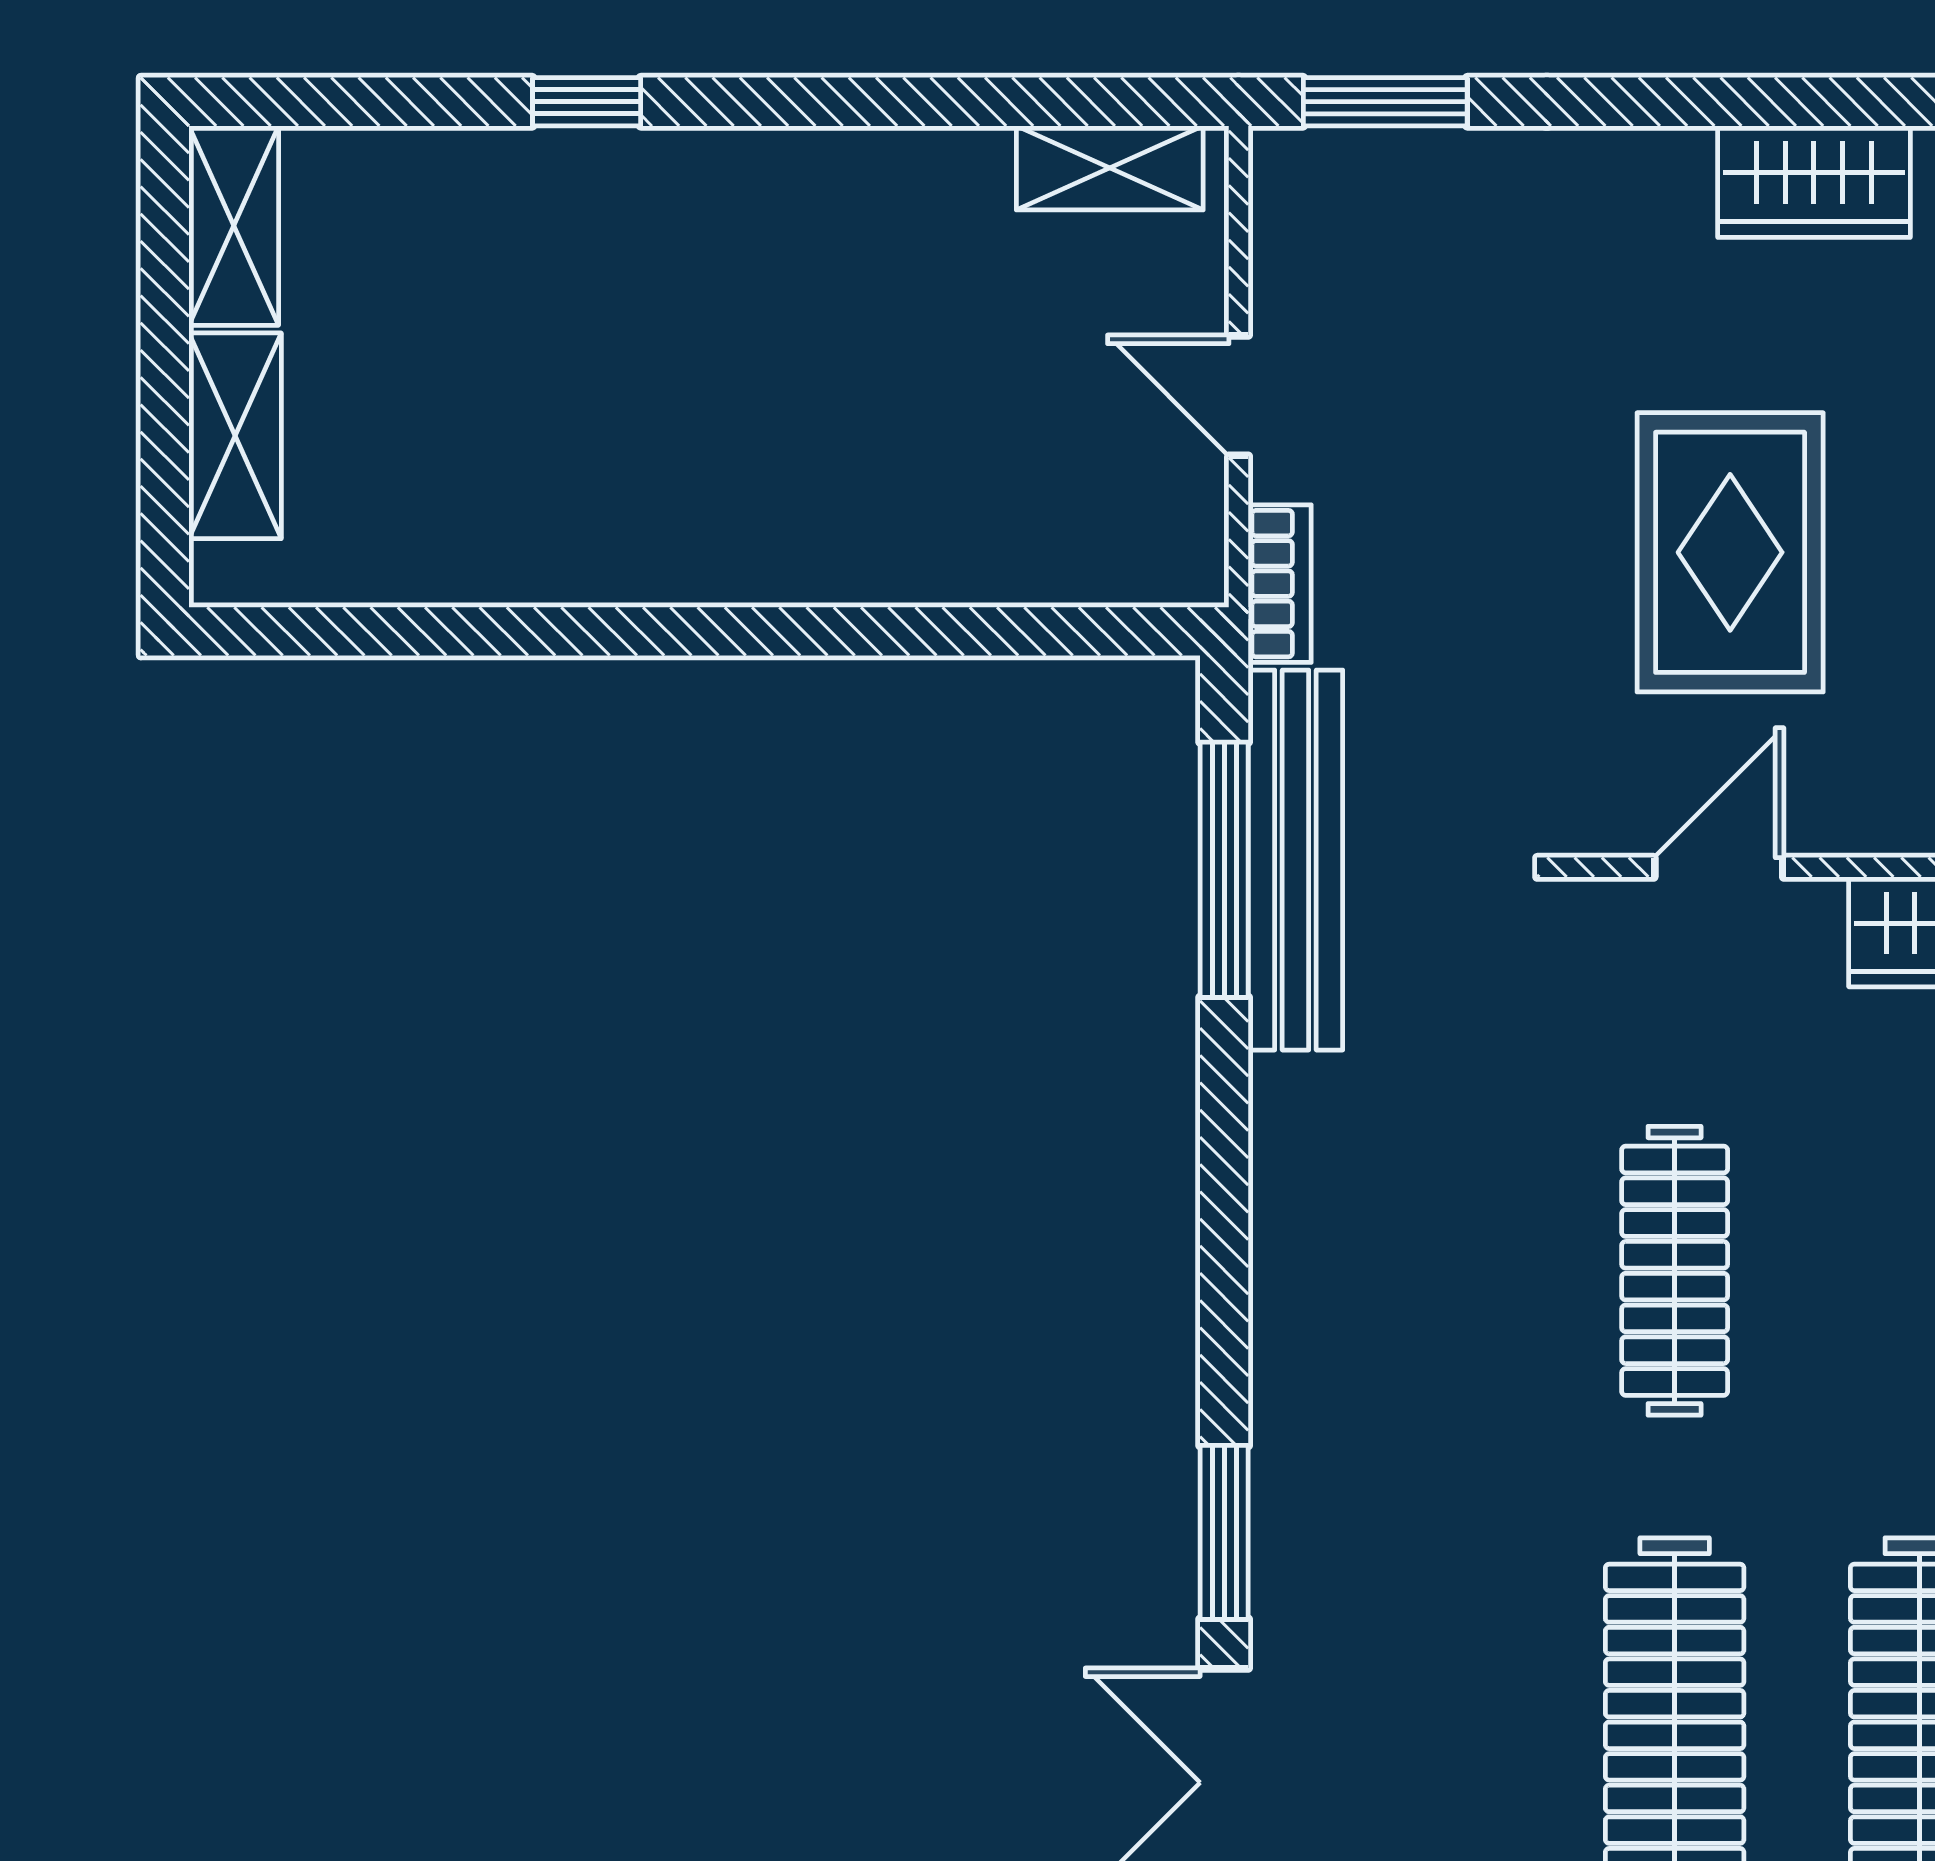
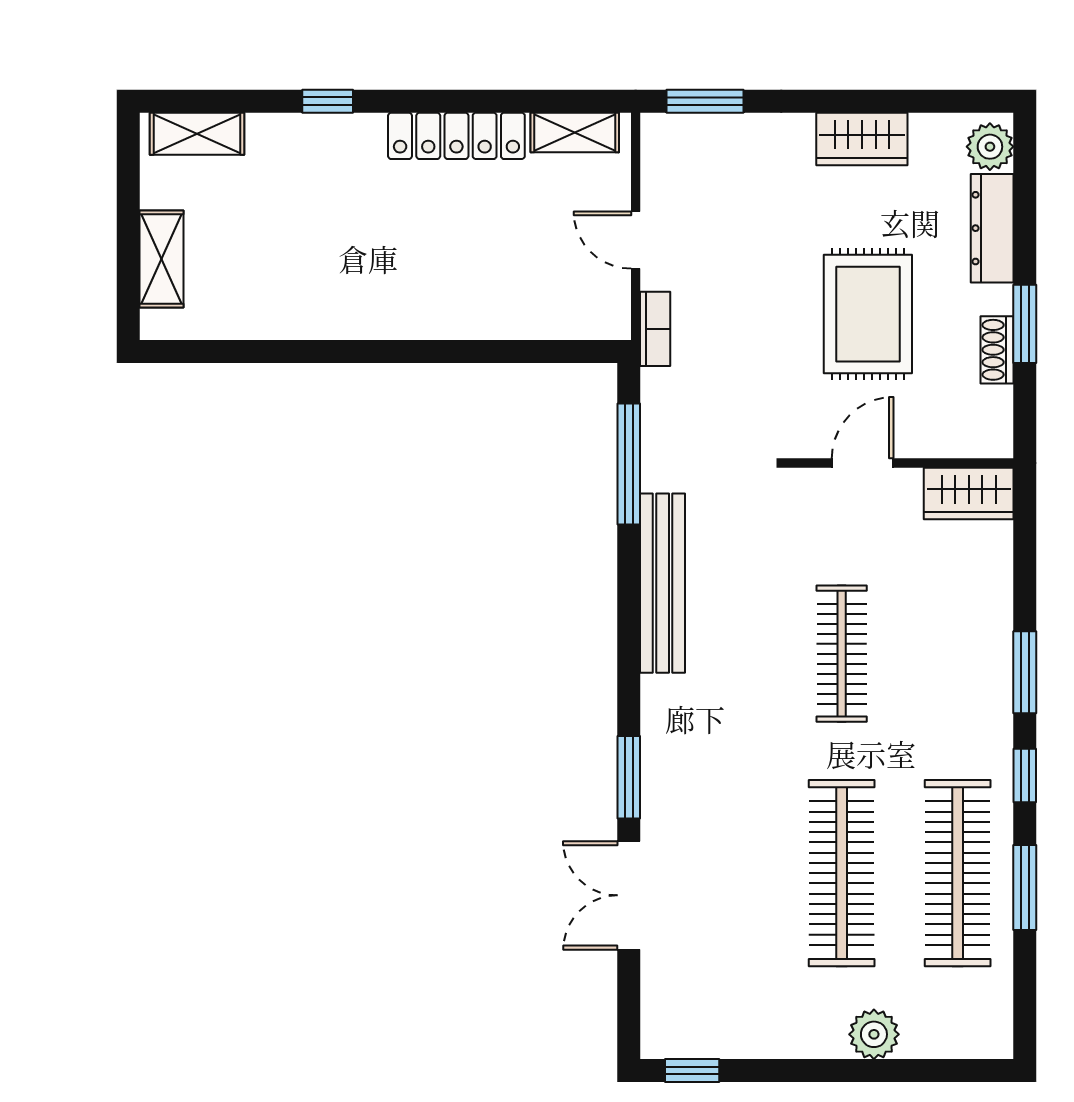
locker: (859, 175) -> (456, 136), added
wardrobe: (1814, 182) -> (862, 139), moved
shelving: (234, 226) -> (197, 134), moved, turned 90
bench: (1295, 860) -> (663, 583), moved

